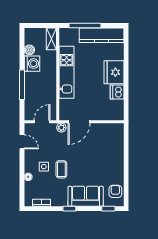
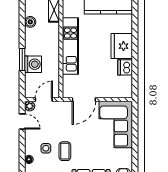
washing machine: (32, 64) -> (33, 64), moved
window: (22, 85) -> (22, 60), width x0.69
plant: (61, 128) -> (30, 106), moved
corner sofa: (108, 145) -> (116, 124), added

